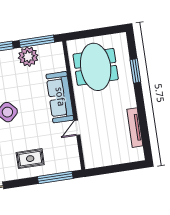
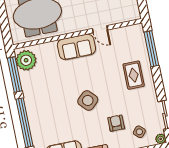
plant: (28, 57) -> (26, 60), moved
sofa: (60, 97) -> (76, 47), width x0.73

